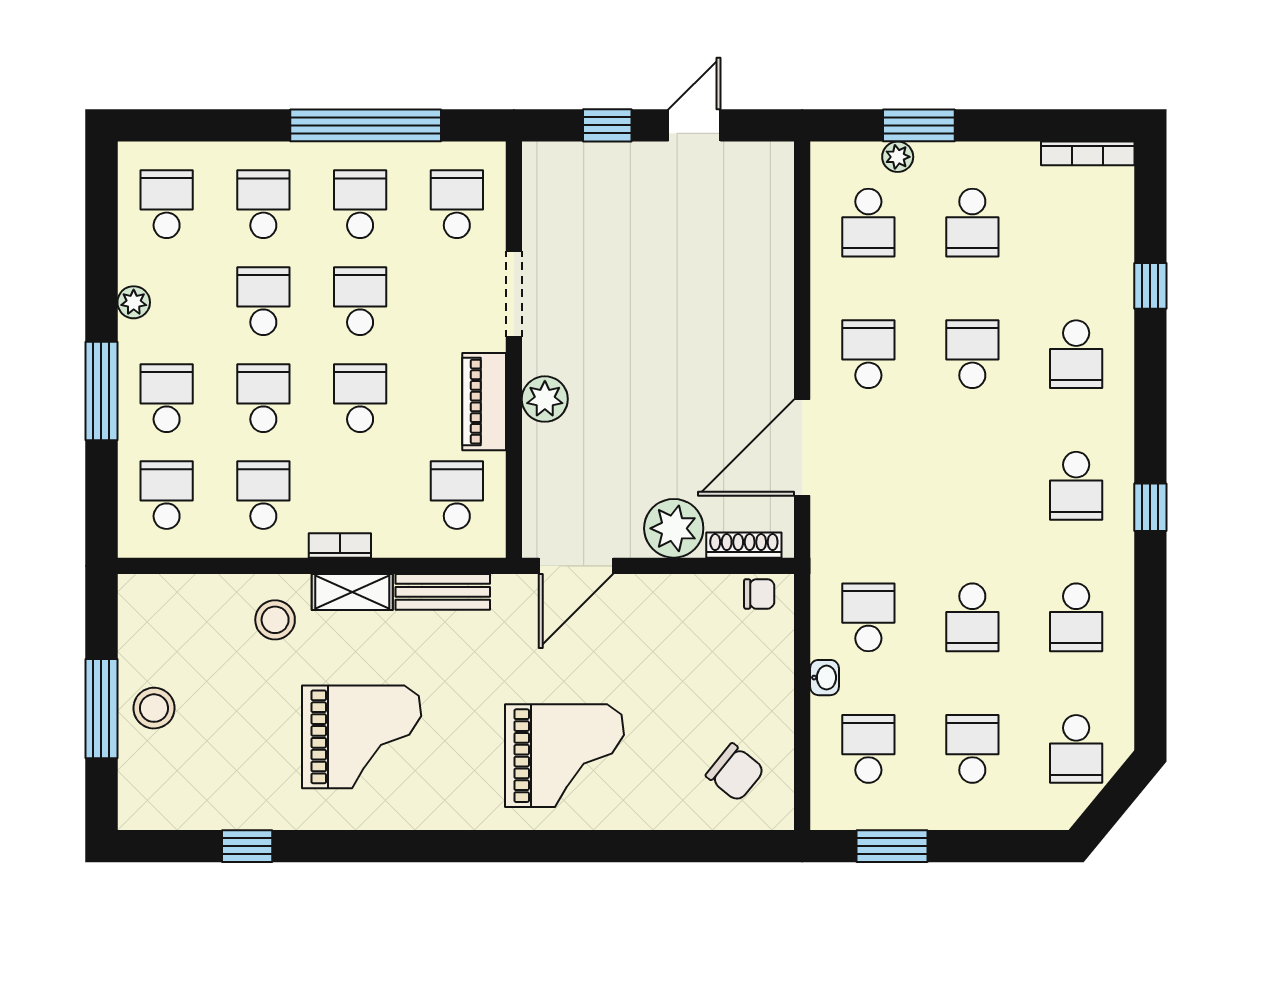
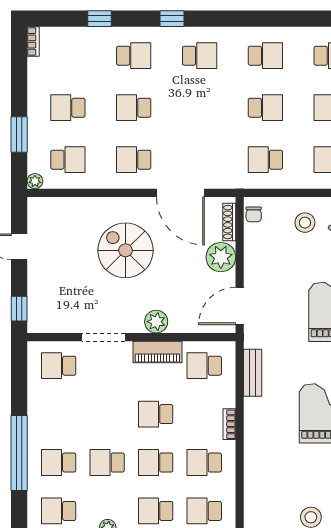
window: (366, 125) -> (19, 453), moved
window: (607, 125) -> (19, 309), moved
bookcase: (1088, 153) -> (33, 41), width x0.64
plant: (898, 157) -> (35, 181), moved
school desk: (360, 204) -> (59, 414), removed
school desk: (972, 223) -> (68, 108), turned 180
school desk: (360, 301) -> (107, 414), removed
spiral stairs: (687, 338) -> (125, 250), added
window: (1150, 507) -> (172, 19), moved
door: (576, 566) -> (240, 306), swing flipped
shelving: (352, 592) -> (253, 418), removed
chair: (759, 594) -> (254, 214), turned 180
stool: (275, 620) -> (305, 223), moved
washbasin: (824, 678) -> (296, 182), removed

